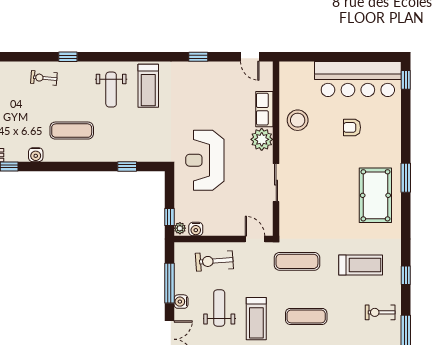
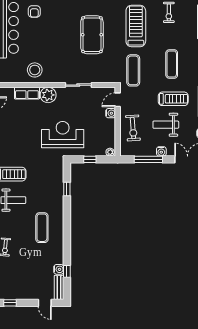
armchair: (352, 127) -> (34, 11), moved
water cooler: (36, 155) -> (59, 269), moved
reception desk: (205, 160) -> (63, 135), turned 180
pool table: (375, 195) -> (92, 35), moved, turned 90
window: (169, 217) -> (90, 159), moved
water cooler: (196, 229) -> (111, 113), moved
treadmill: (361, 265) -> (136, 26), width x1.37, depth x1.38

